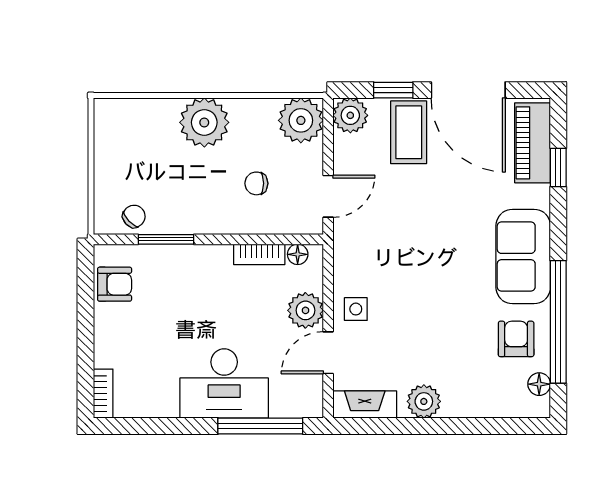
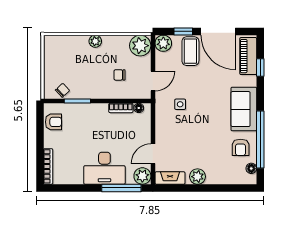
plant: (204, 122) -> (95, 41), width x0.53, depth x0.53
side table: (356, 309) -> (180, 104), moved
plant: (305, 310) -> (142, 176), moved
armchair: (516, 339) -> (241, 147), turned 180
bookcase: (103, 394) -> (48, 166), width x1.56

